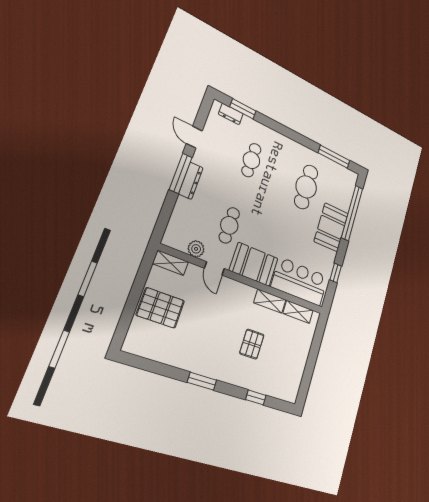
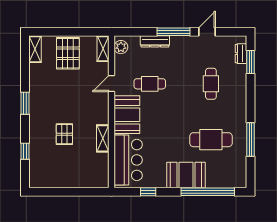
window: (334, 157) -> (250, 140), moved
cafe table: (251, 160) -> (211, 84), turned 90
dresser: (191, 181) -> (155, 41), moved
plant: (196, 249) -> (121, 47), moved
shelving: (298, 312) -> (35, 49), moved
pallet: (252, 344) -> (64, 134), turned 90

